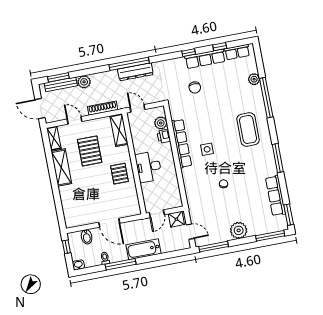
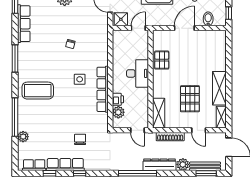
dresser: (135, 72) -> (160, 165), moved
coffee table: (248, 129) -> (38, 91), turned 90
pallet: (119, 174) -> (162, 60), moved
door: (109, 223) -> (184, 28), hinge flipped

